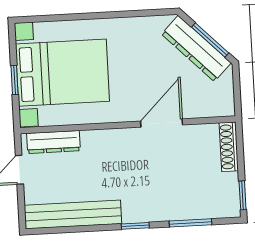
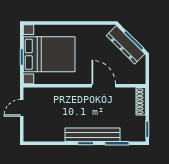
door: (162, 123) -> (104, 86), hinge flipped
dresser: (53, 142) -> (42, 93), removed
bench: (73, 214) -> (92, 135), moved

